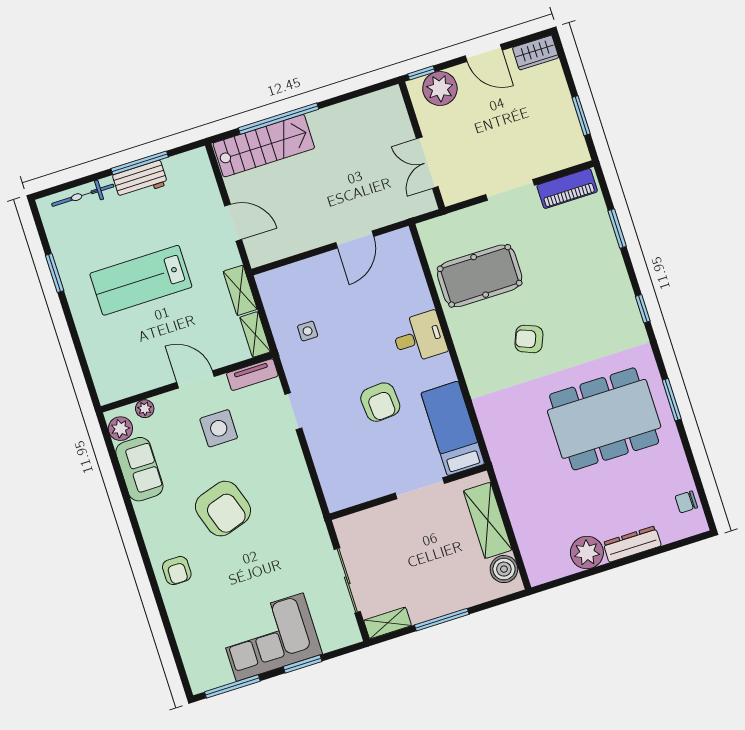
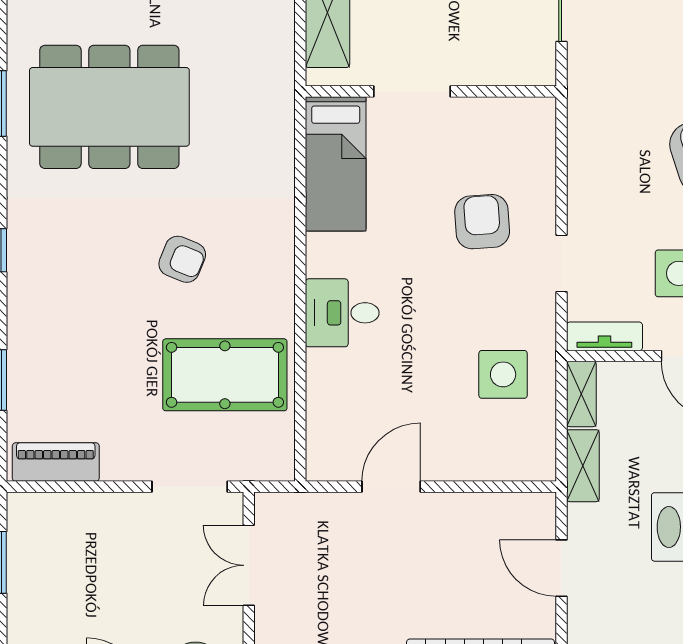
double door: (427, 163) -> (249, 565), swing flipped
doorway: (510, 190) -> (190, 487), moved
side table: (308, 331) -> (503, 374), width x1.87, depth x1.87
armchair: (380, 402) -> (482, 222), moved

